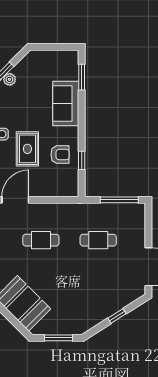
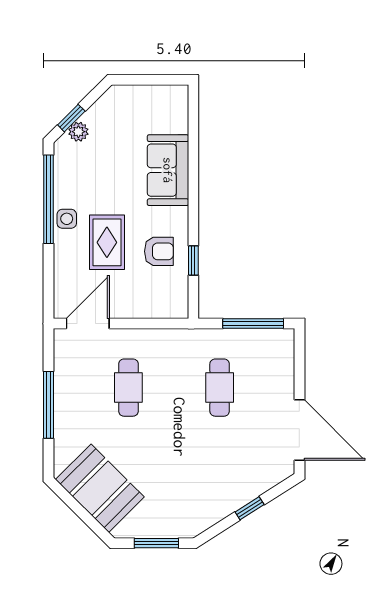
window: (82, 77) -> (193, 128), removed
cafe table: (41, 240) -> (128, 388), turned 90
cafe table: (98, 240) -> (220, 388), turned 90

